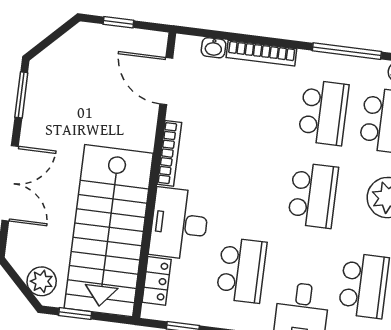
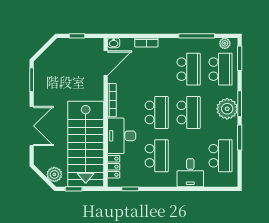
washbasin: (214, 48) -> (114, 43), moved
bookcase: (261, 53) -> (146, 43), width x0.64
door: (166, 81) -> (106, 63), swing flipped
school desk: (252, 188) -> (157, 112), added

